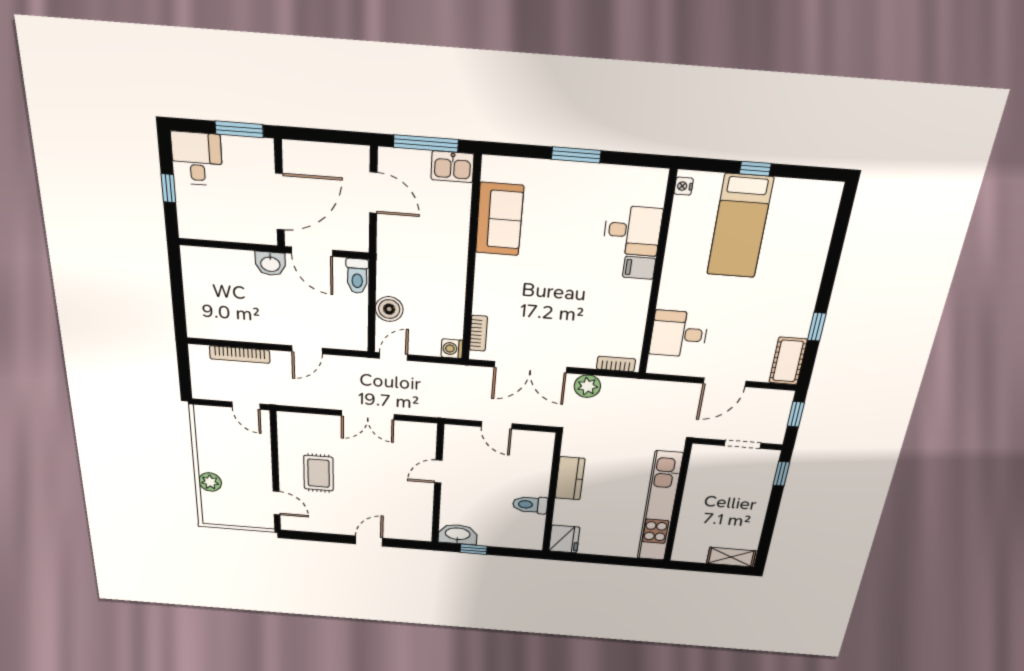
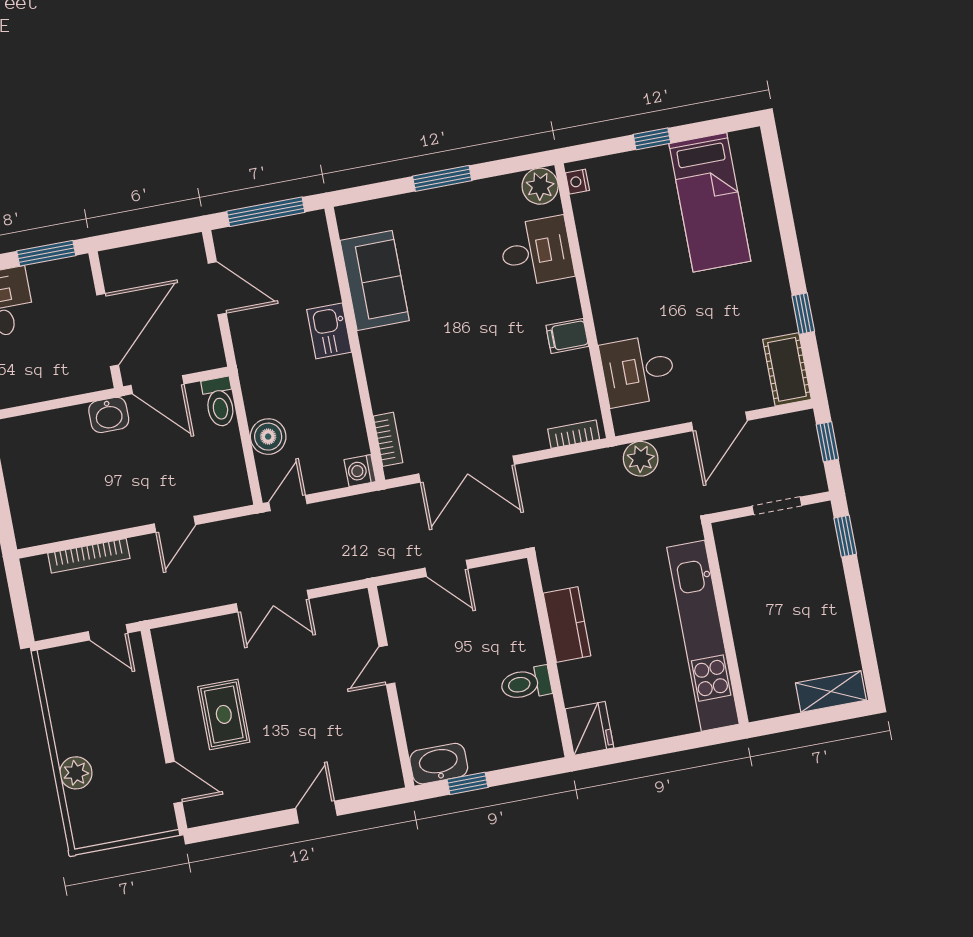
kitchen sink: (452, 167) -> (329, 331), moved, turned 90
plant: (653, 182) -> (540, 186), added
bed: (740, 226) -> (710, 202), moved
filing cabinet: (639, 268) -> (567, 336), moved
plant: (587, 386) -> (641, 459), moved

